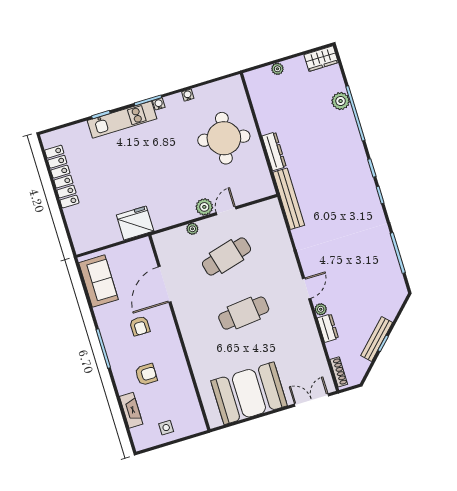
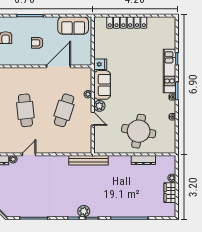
wardrobe: (321, 59) -> (170, 193), moved
plant: (341, 101) -> (84, 211), moved
dresser: (274, 151) -> (143, 160), moved
locker: (62, 177) -> (127, 22), moved
sofa: (173, 212) -> (102, 85), added
fridge: (135, 223) -> (100, 64), width x0.53, depth x0.75
cafe table: (227, 256) -> (64, 110), turned 33
door: (165, 284) -> (58, 66), hinge flipped
door: (307, 288) -> (29, 154), swing flipped

